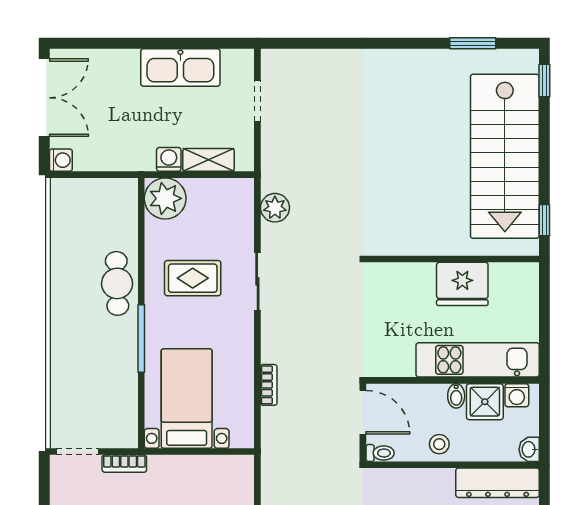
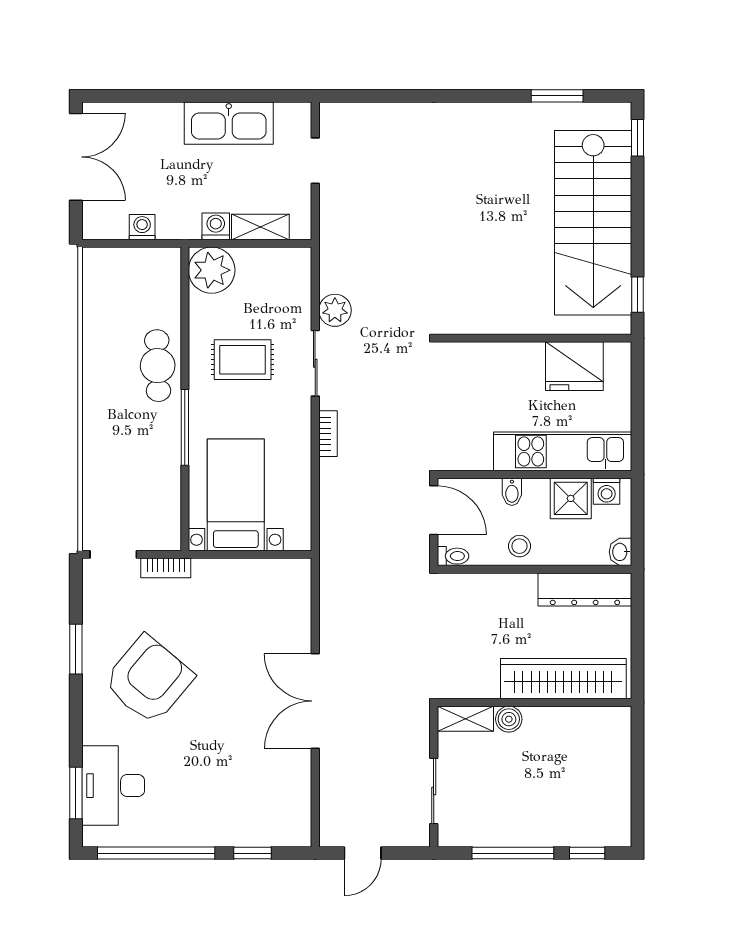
washing machine: (61, 160) -> (142, 227), moved, turned -90
plant: (275, 208) -> (335, 310), moved
fridge: (462, 284) -> (574, 366), moved
bookcase: (269, 385) -> (328, 434), moved
bidet: (456, 396) -> (512, 492), moved

